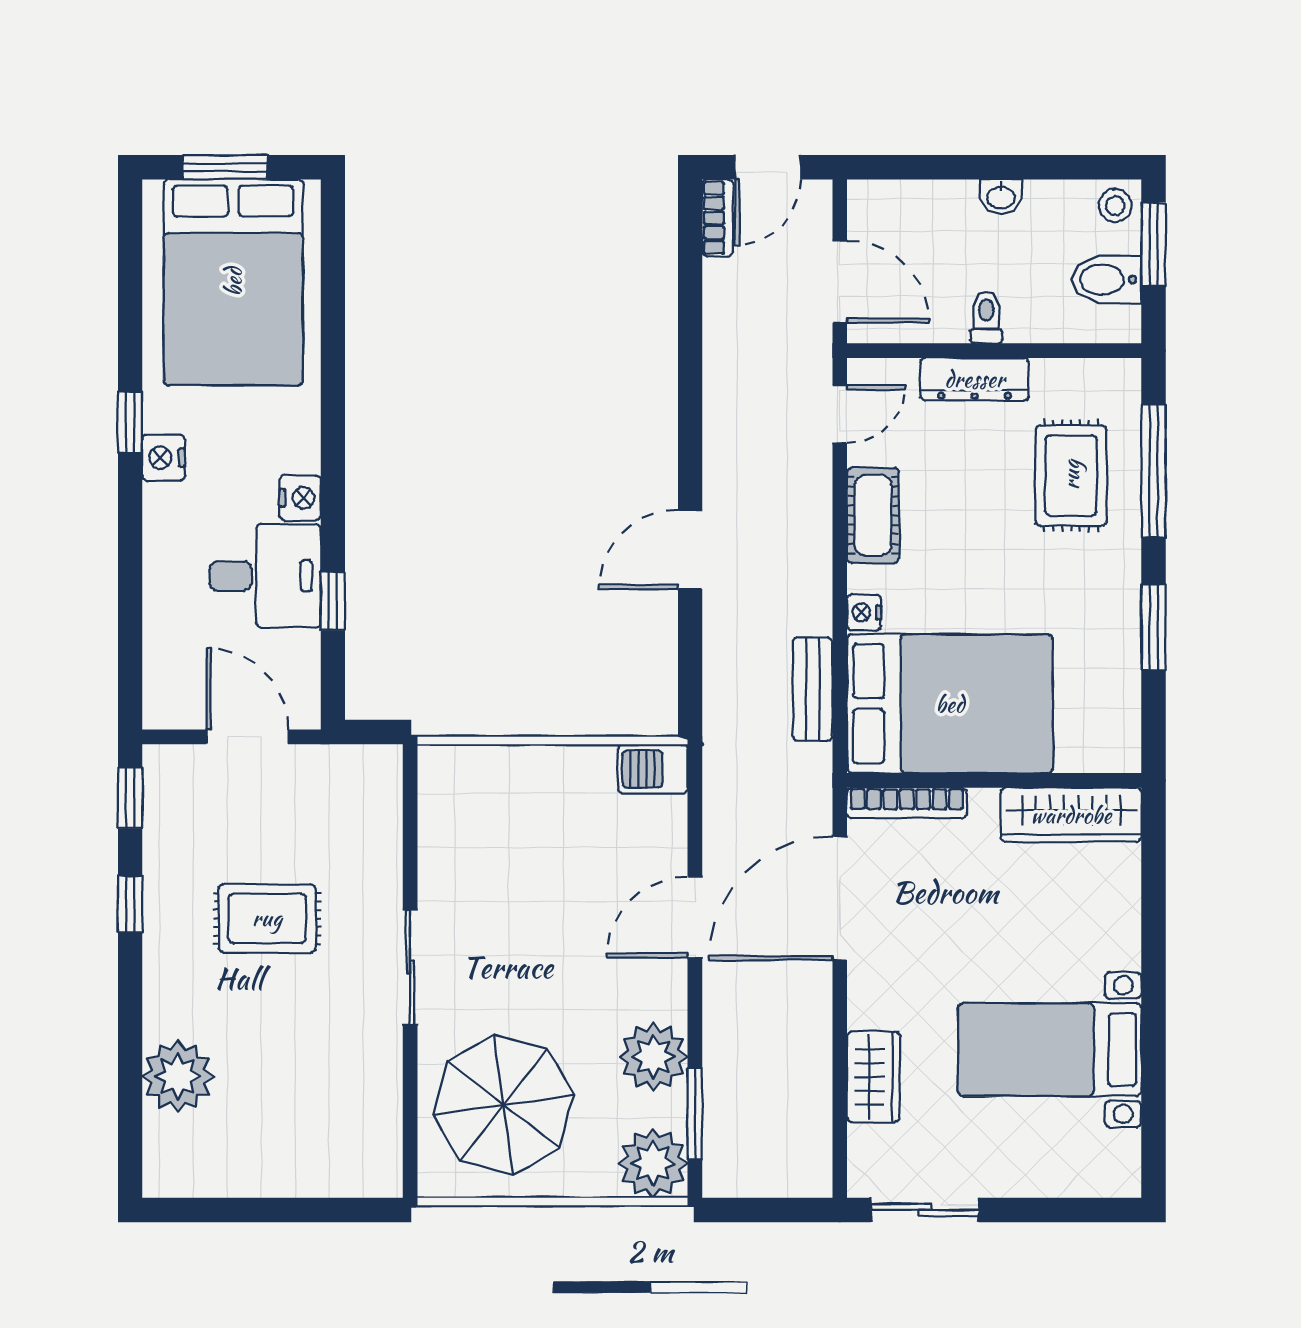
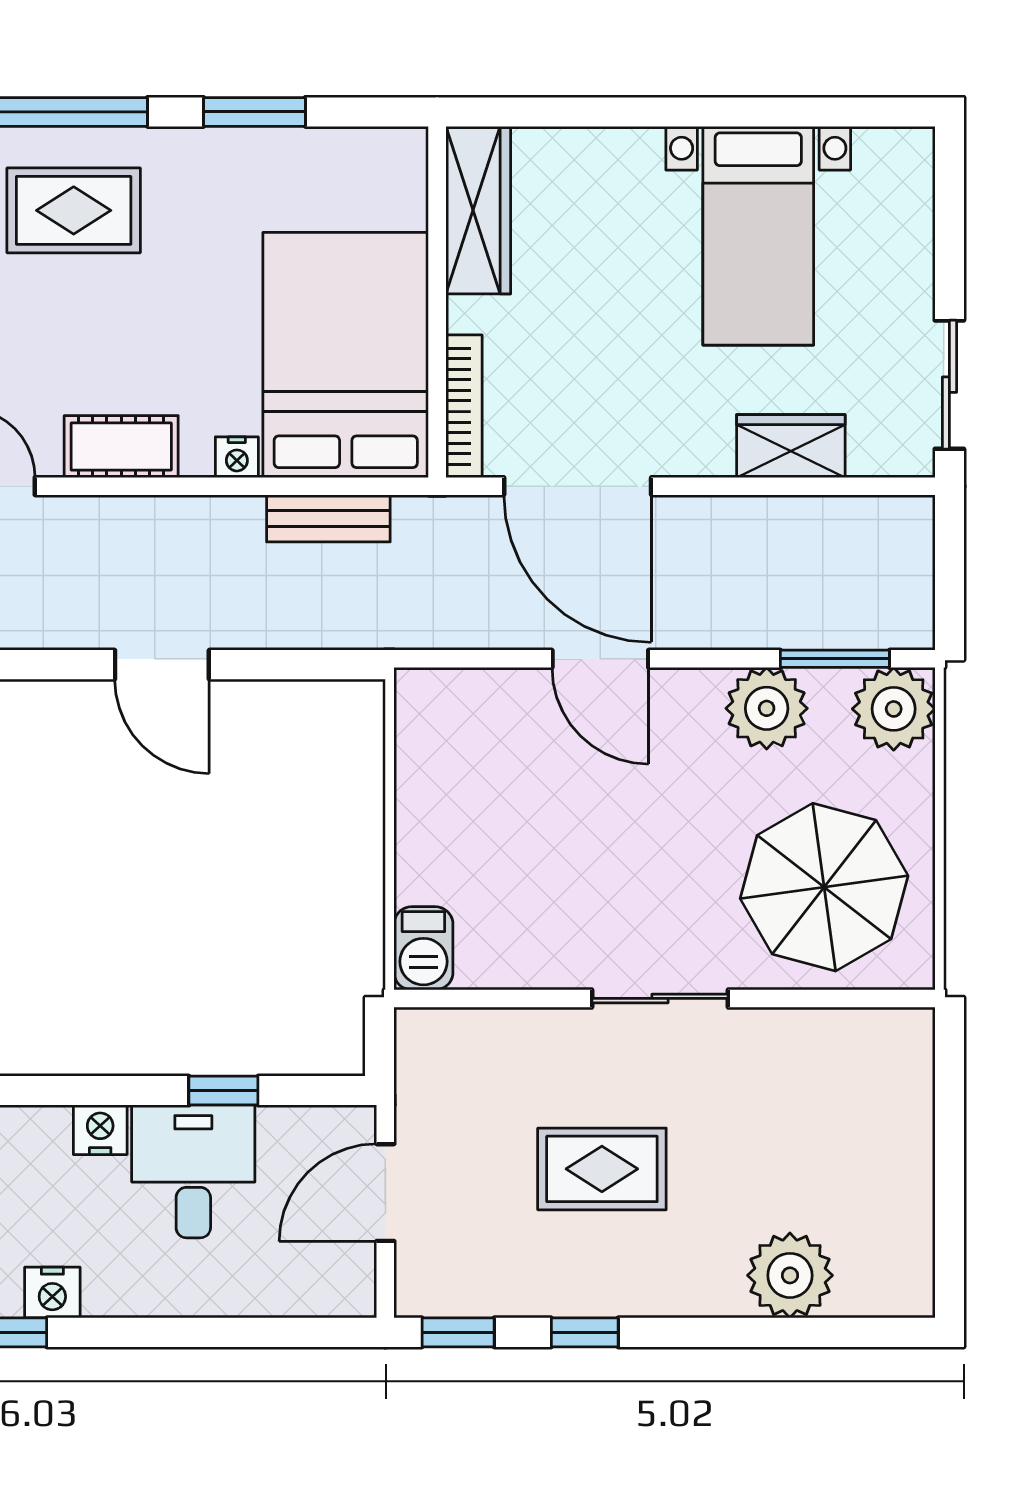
barbecue: (653, 769) -> (423, 948), moved
rug: (267, 918) -> (602, 1169), turned 90

